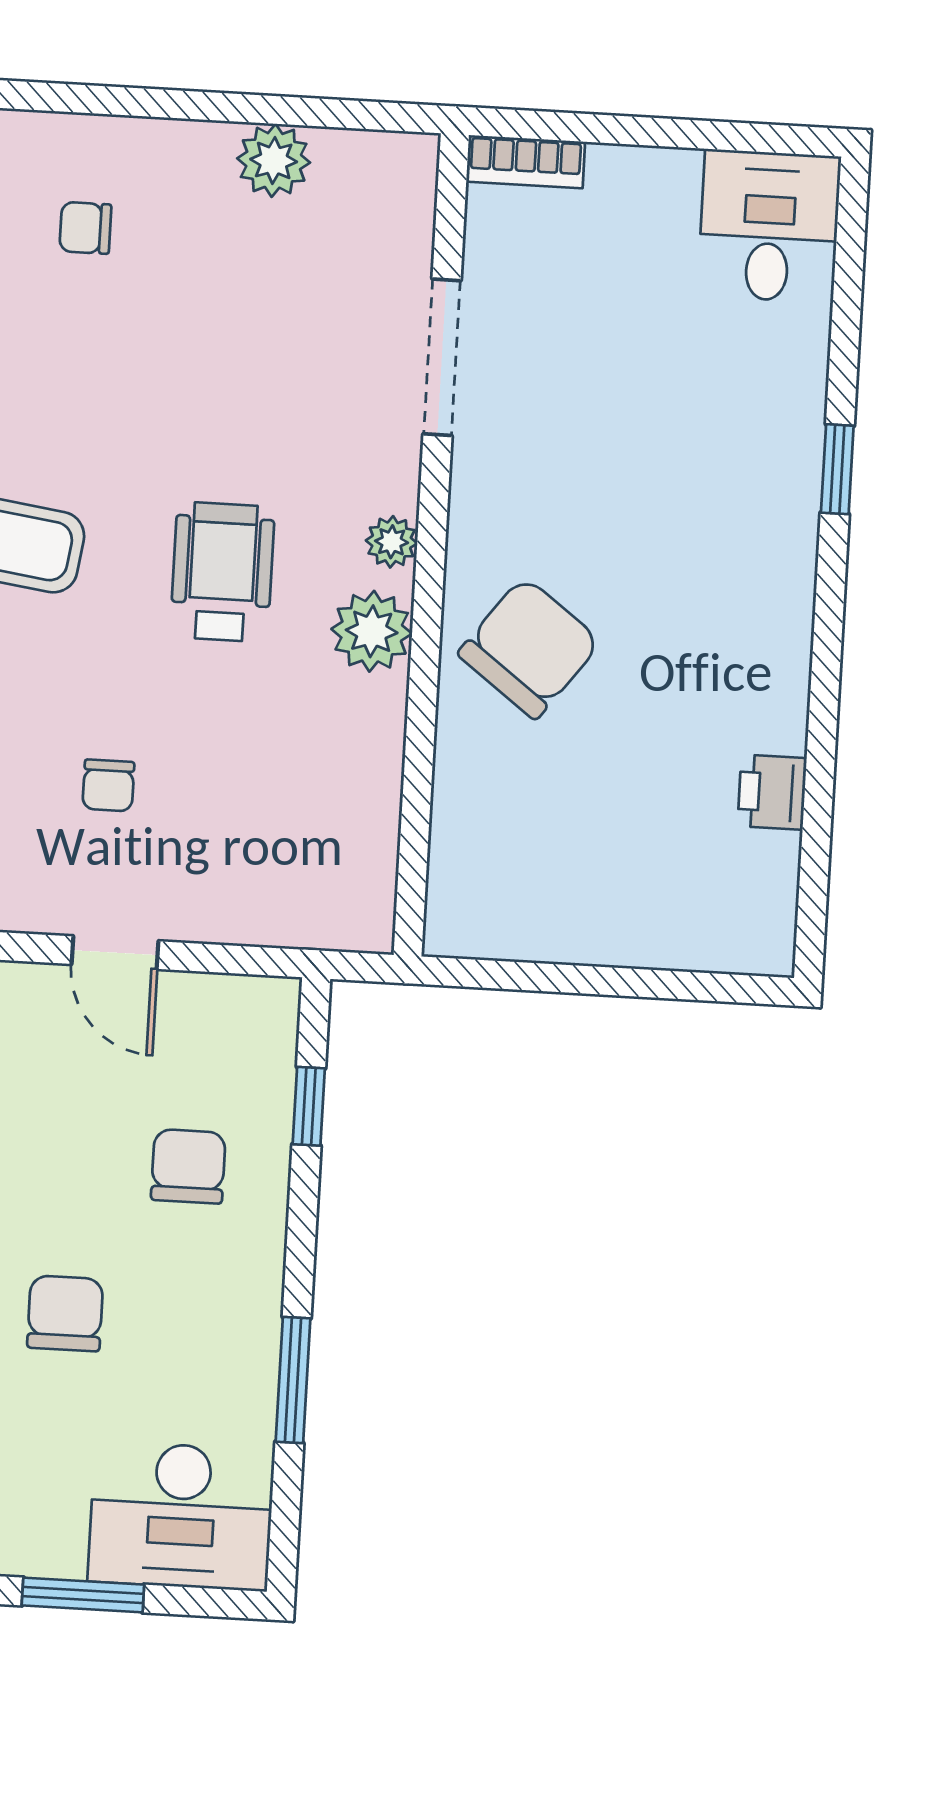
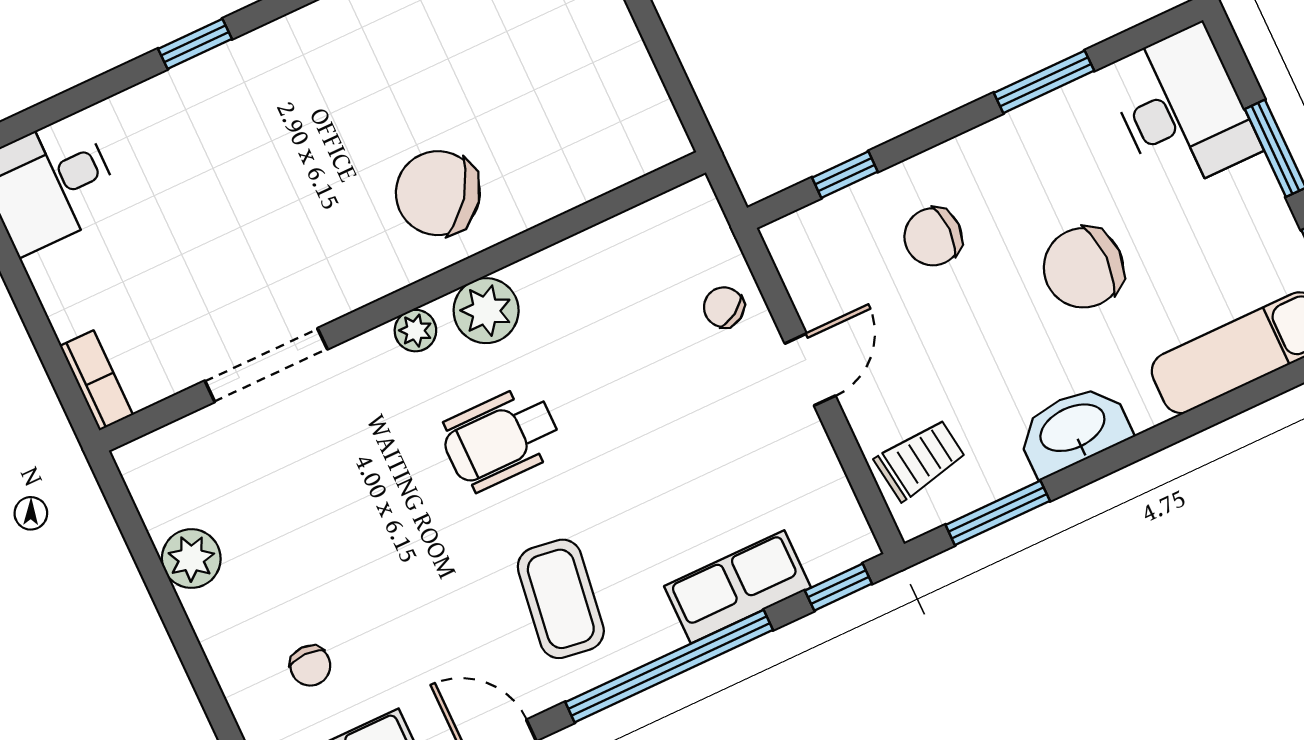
chair: (108, 785) -> (724, 307), moved, turned -122
chair: (65, 1313) -> (1083, 268), width x1.37, depth x1.37

